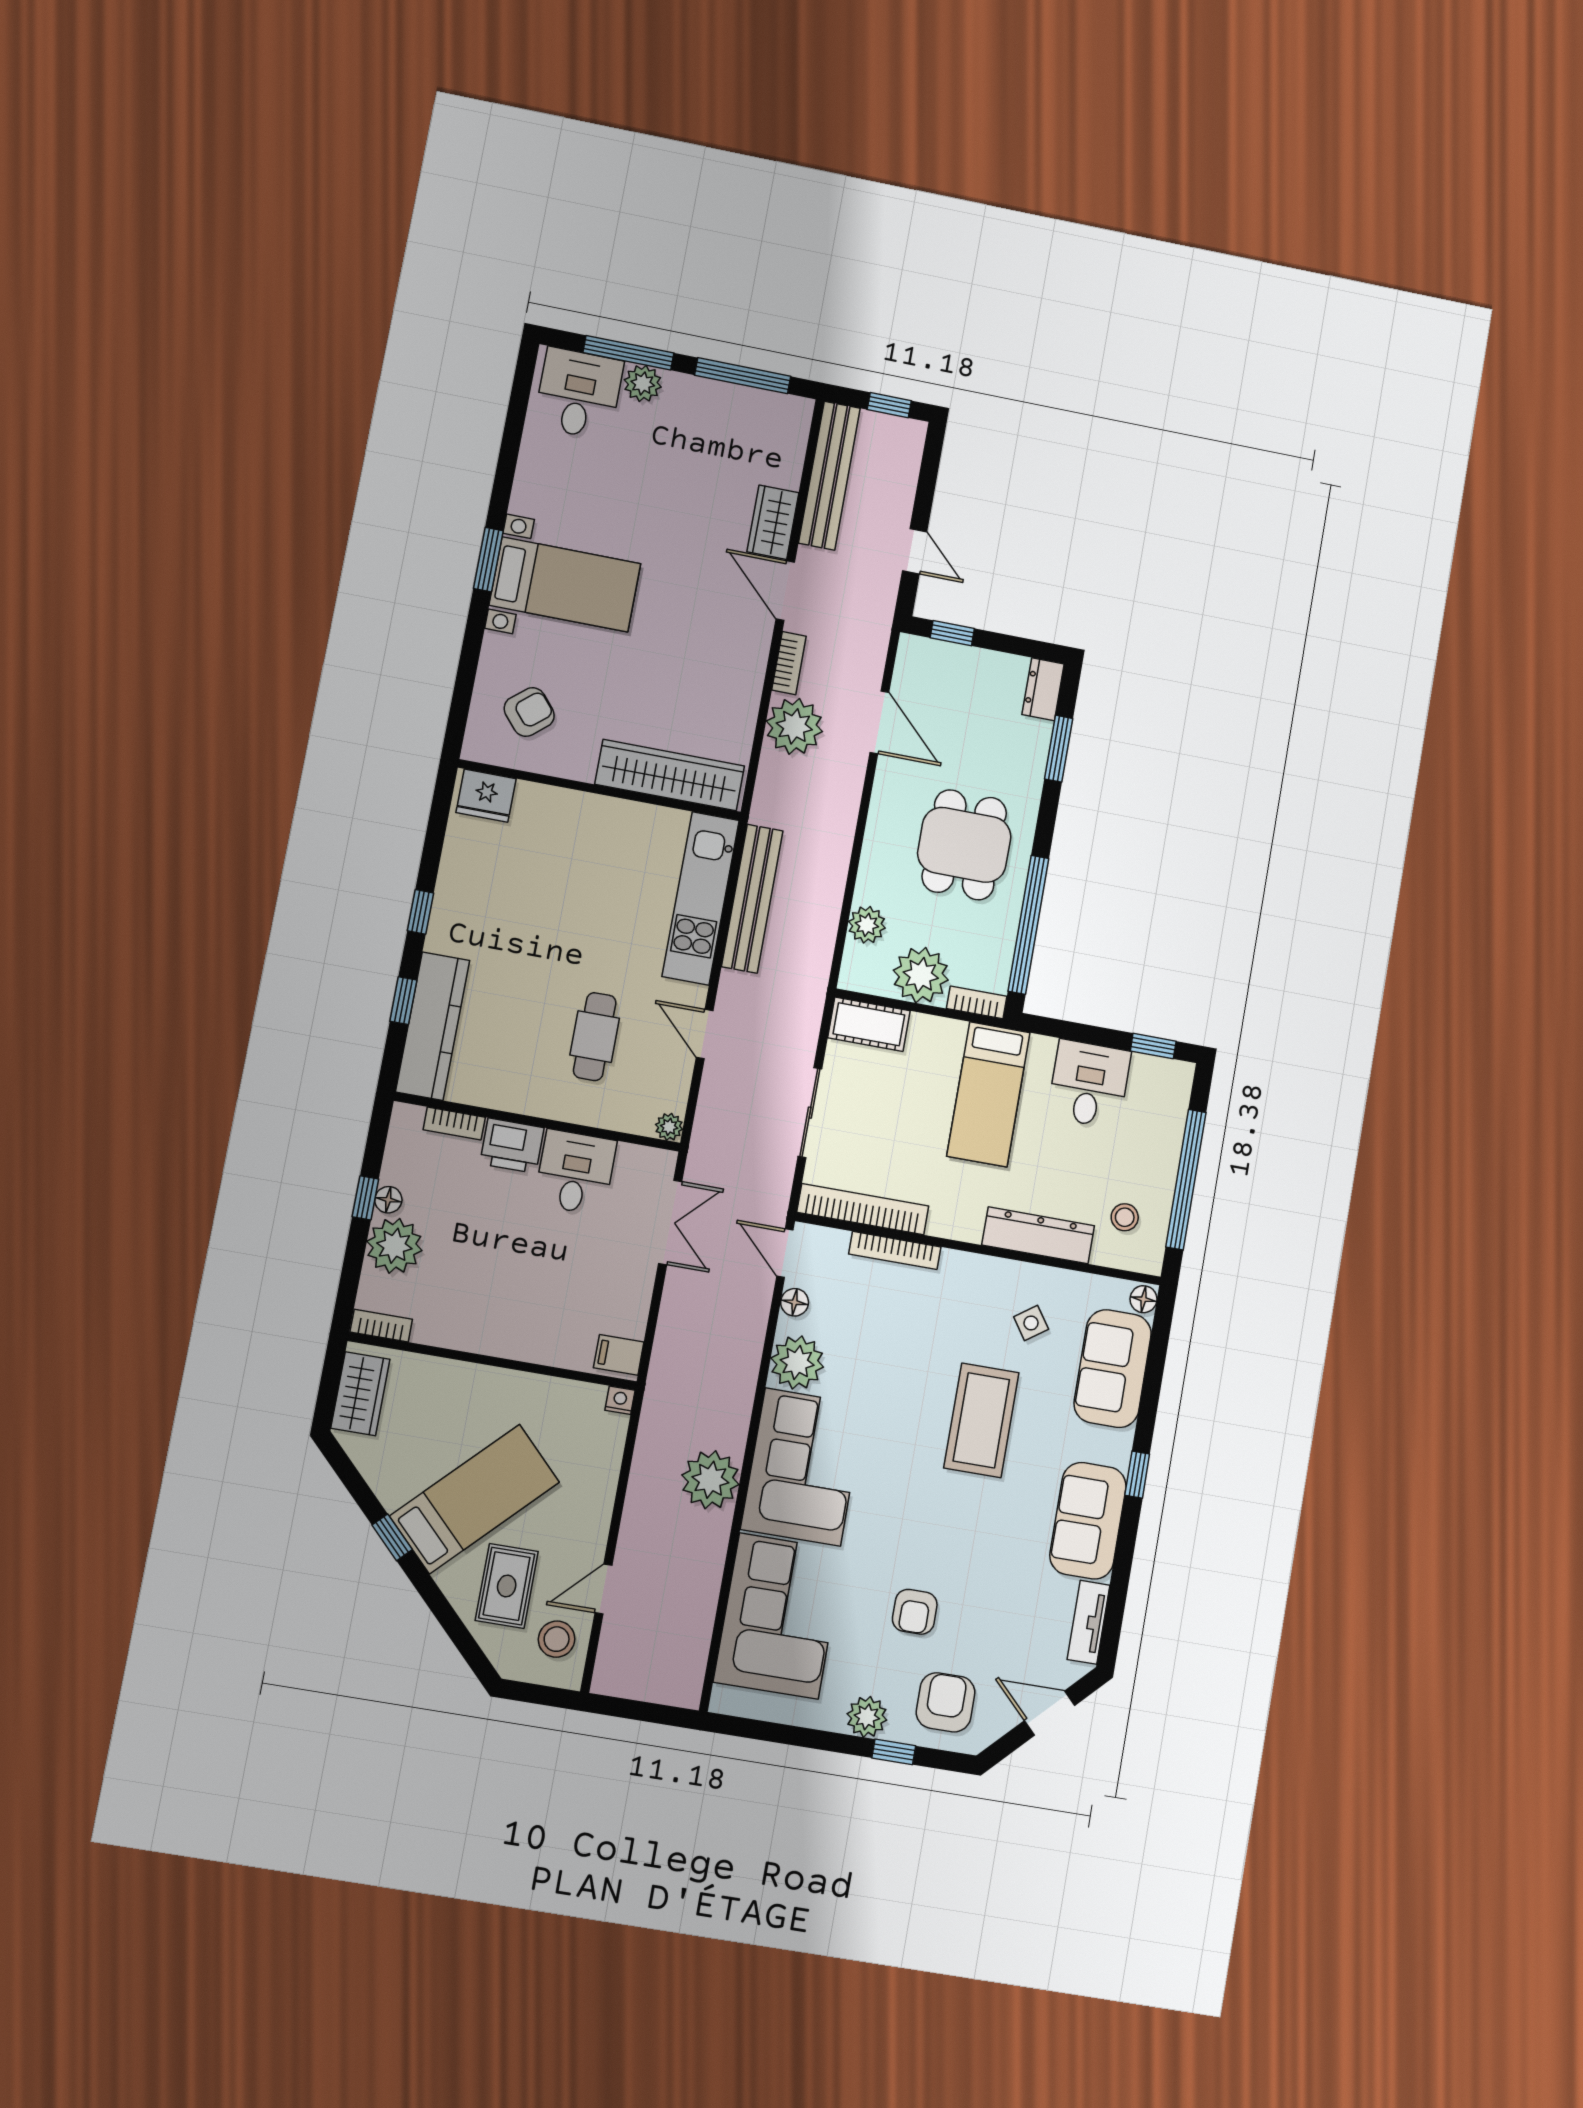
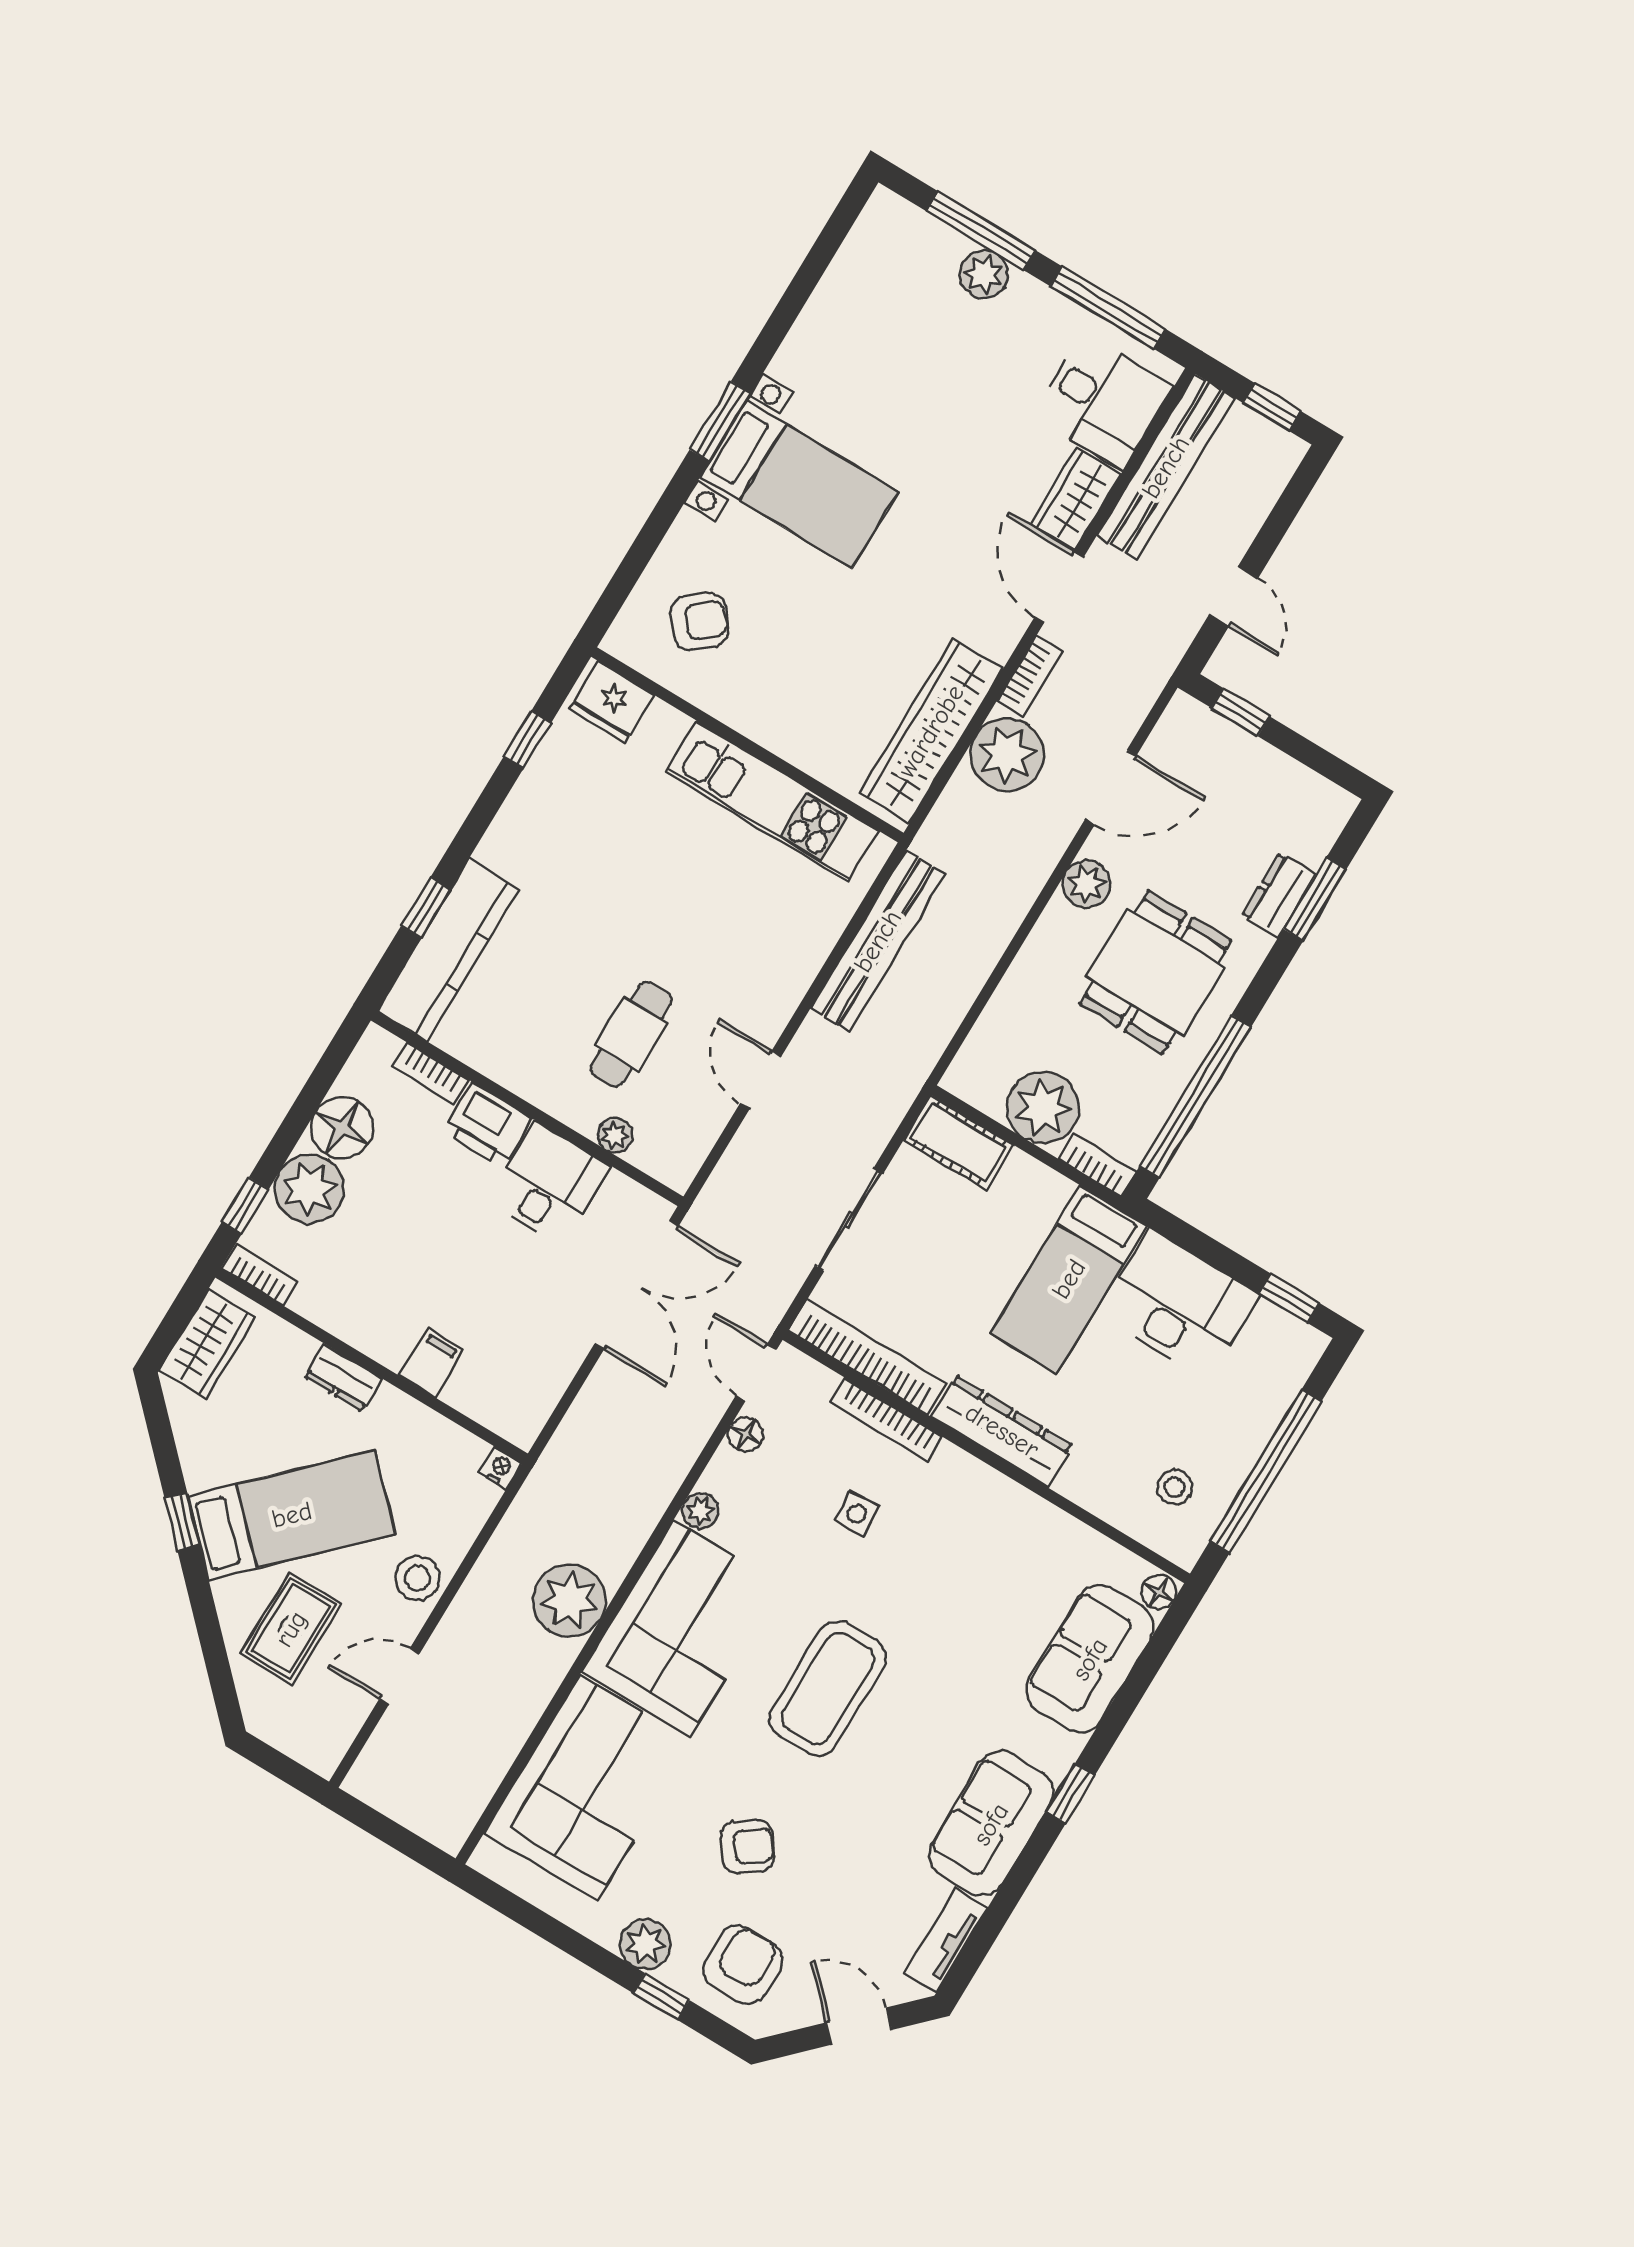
desk: (579, 394) -> (1103, 401), moved, turned 90
dresser: (1043, 689) -> (1279, 895), moved
door: (879, 722) -> (1111, 787), hinge flipped
wardrobe: (670, 775) -> (931, 731), moved, turned -90
kitchen unit: (701, 898) -> (772, 801), moved, turned -90
window: (421, 912) -> (527, 740), moved
plant: (867, 925) -> (1087, 884), moved
desk: (1089, 1084) -> (1179, 1304), width x1.37
plant: (669, 1127) -> (615, 1135), moved
window: (365, 1198) -> (245, 1205), moved
floor lamp: (388, 1200) -> (342, 1128), width x1.89, depth x1.89
double door: (670, 1222) -> (636, 1285), width x1.37
dresser: (1038, 1235) -> (1002, 1431), moved
side table: (1031, 1323) -> (857, 1514), moved, turned 31
filing cabinet: (619, 1355) -> (431, 1363), moved, turned 90
plant: (797, 1362) -> (700, 1511), width x0.53, depth x0.53
dresser: (475, 1379) -> (343, 1378), added
coffee table: (981, 1420) -> (828, 1688), moved
armchair: (915, 1612) -> (747, 1847), turned -127
stool: (557, 1639) -> (418, 1578), moved

